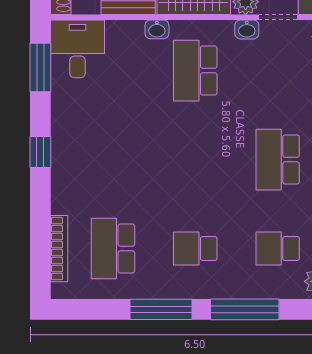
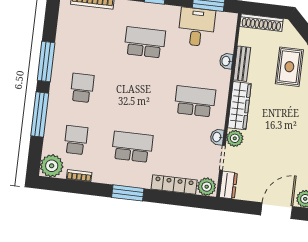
washbasin: (157, 29) -> (226, 61), moved
desk: (77, 49) -> (197, 27), moved, turned -90
school desk: (113, 248) -> (145, 42), moved

